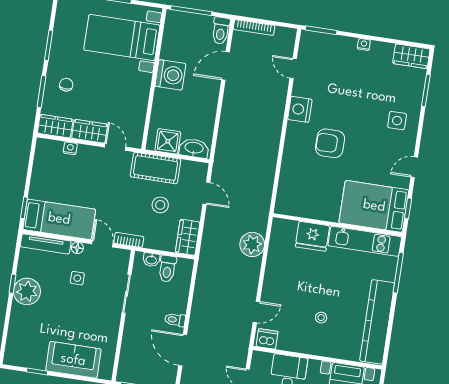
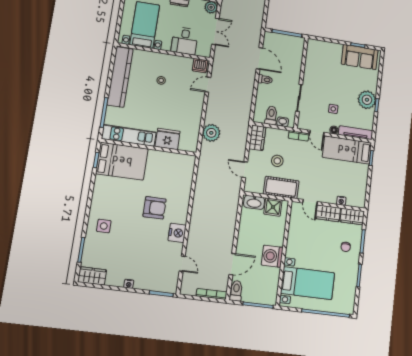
door: (414, 167) -> (91, 191), removed
sofa: (73, 360) -> (360, 57), moved

